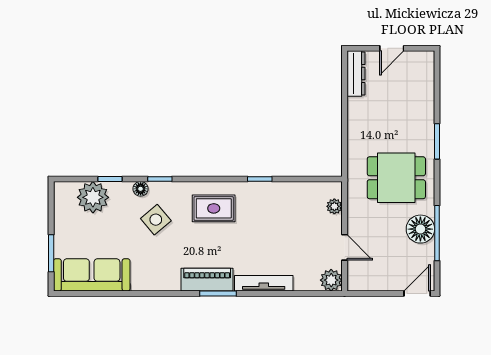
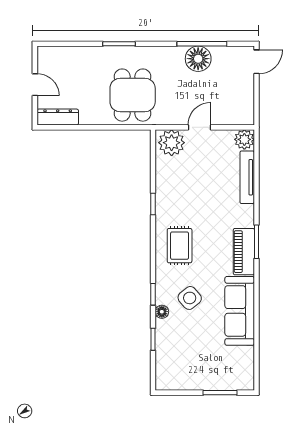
dining table: (396, 178) -> (133, 95), moved
plant: (93, 197) -> (169, 355), removed
plant: (334, 206) -> (172, 143), width x1.88, depth x1.88
door: (345, 247) -> (199, 127), moved
sofa: (92, 275) -> (240, 311), moved
tv unit: (264, 283) -> (247, 177), moved
door: (417, 294) -> (256, 62), swing flipped

